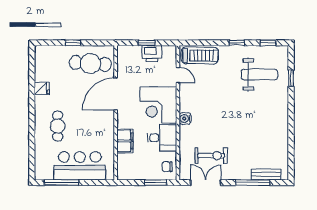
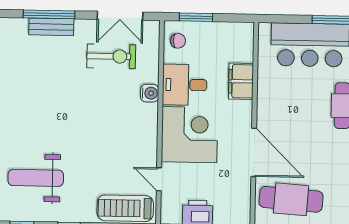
door: (116, 94) -> (254, 152), hinge flipped
water cooler: (185, 119) -> (150, 93), moved
exercise bike: (211, 156) -> (111, 56), turned 180
bench: (266, 174) -> (51, 27), moved

